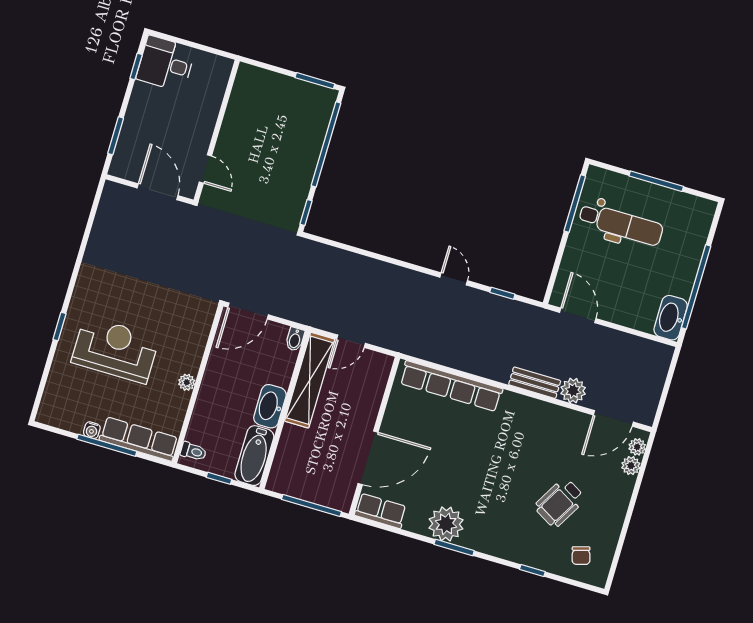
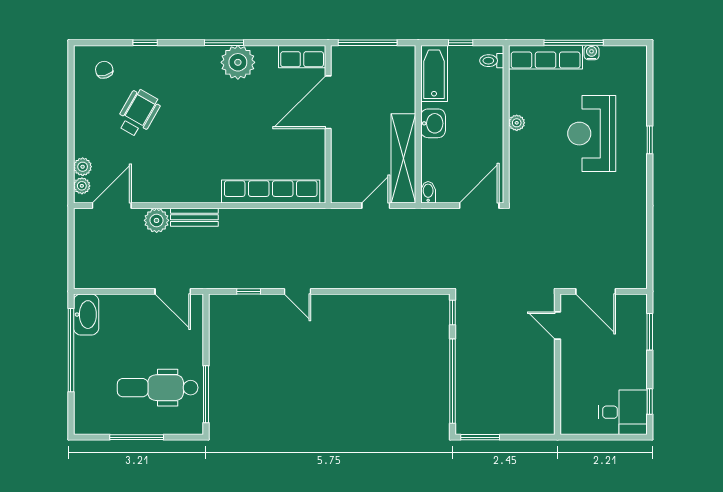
reception desk: (115, 350) -> (592, 134), turned 90
washbasin: (270, 406) -> (433, 123), width x0.72

